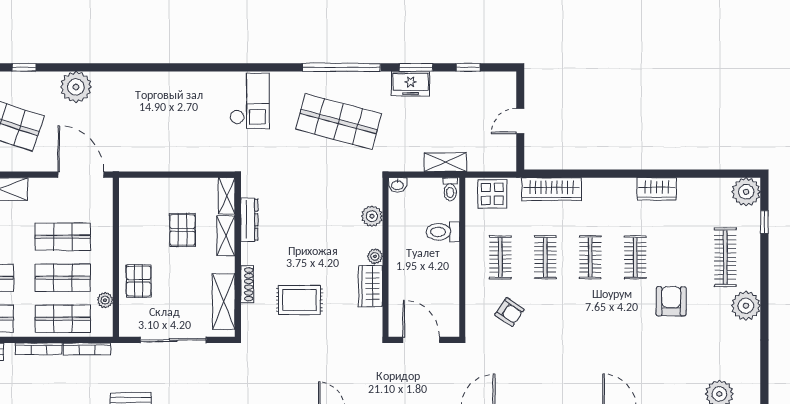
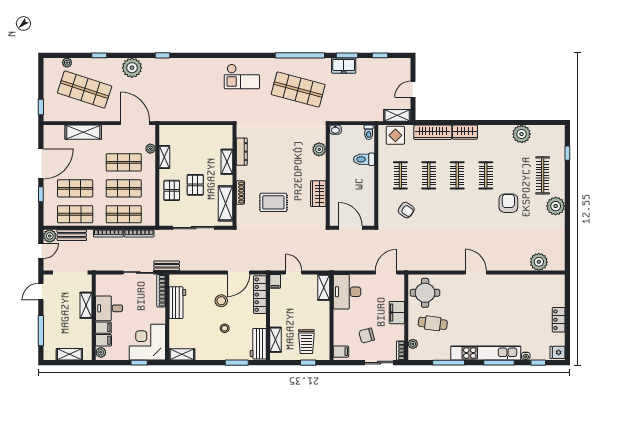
window: (124, 67) -> (162, 55), added
checkout: (250, 101) -> (242, 77), turned 90
shelving: (445, 162) -> (397, 115), moved
wardrobe: (657, 189) -> (465, 132), moved
plant: (746, 192) -> (522, 134), moved
shelving: (227, 196) -> (164, 157), moved
pallet: (182, 230) -> (195, 185), moved
plant: (375, 256) -> (321, 175), removed
plant: (105, 300) -> (150, 149), moved

